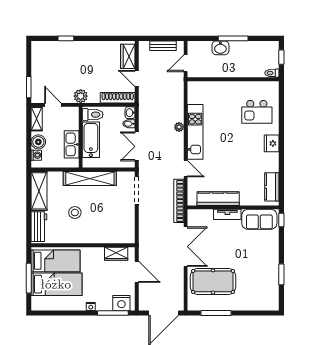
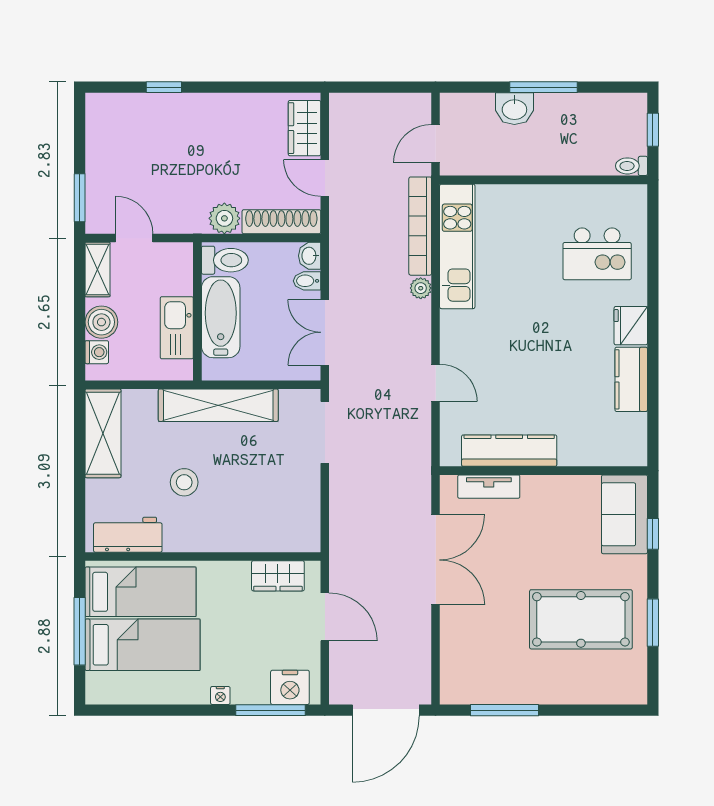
bench: (163, 46) -> (384, 104), removed
plant: (81, 96) -> (224, 218), moved
kitchen unit: (195, 132) -> (457, 246), moved
kitchen counter: (272, 187) -> (631, 379), moved
bookcase: (179, 201) -> (420, 226), moved
tv unit: (227, 214) -> (489, 487), moved
sofa: (259, 219) -> (624, 514), moved, turned 90
window: (281, 220) -> (653, 534), moved
workbench: (39, 227) -> (128, 535), moved, turned -90
pool table: (213, 281) -> (581, 619), moved

